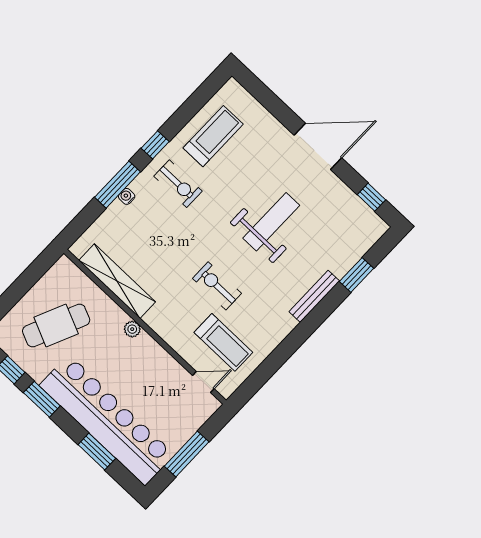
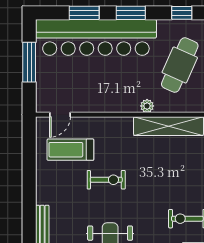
plant: (132, 329) -> (147, 106), moved
window: (42, 399) -> (131, 13), moved

